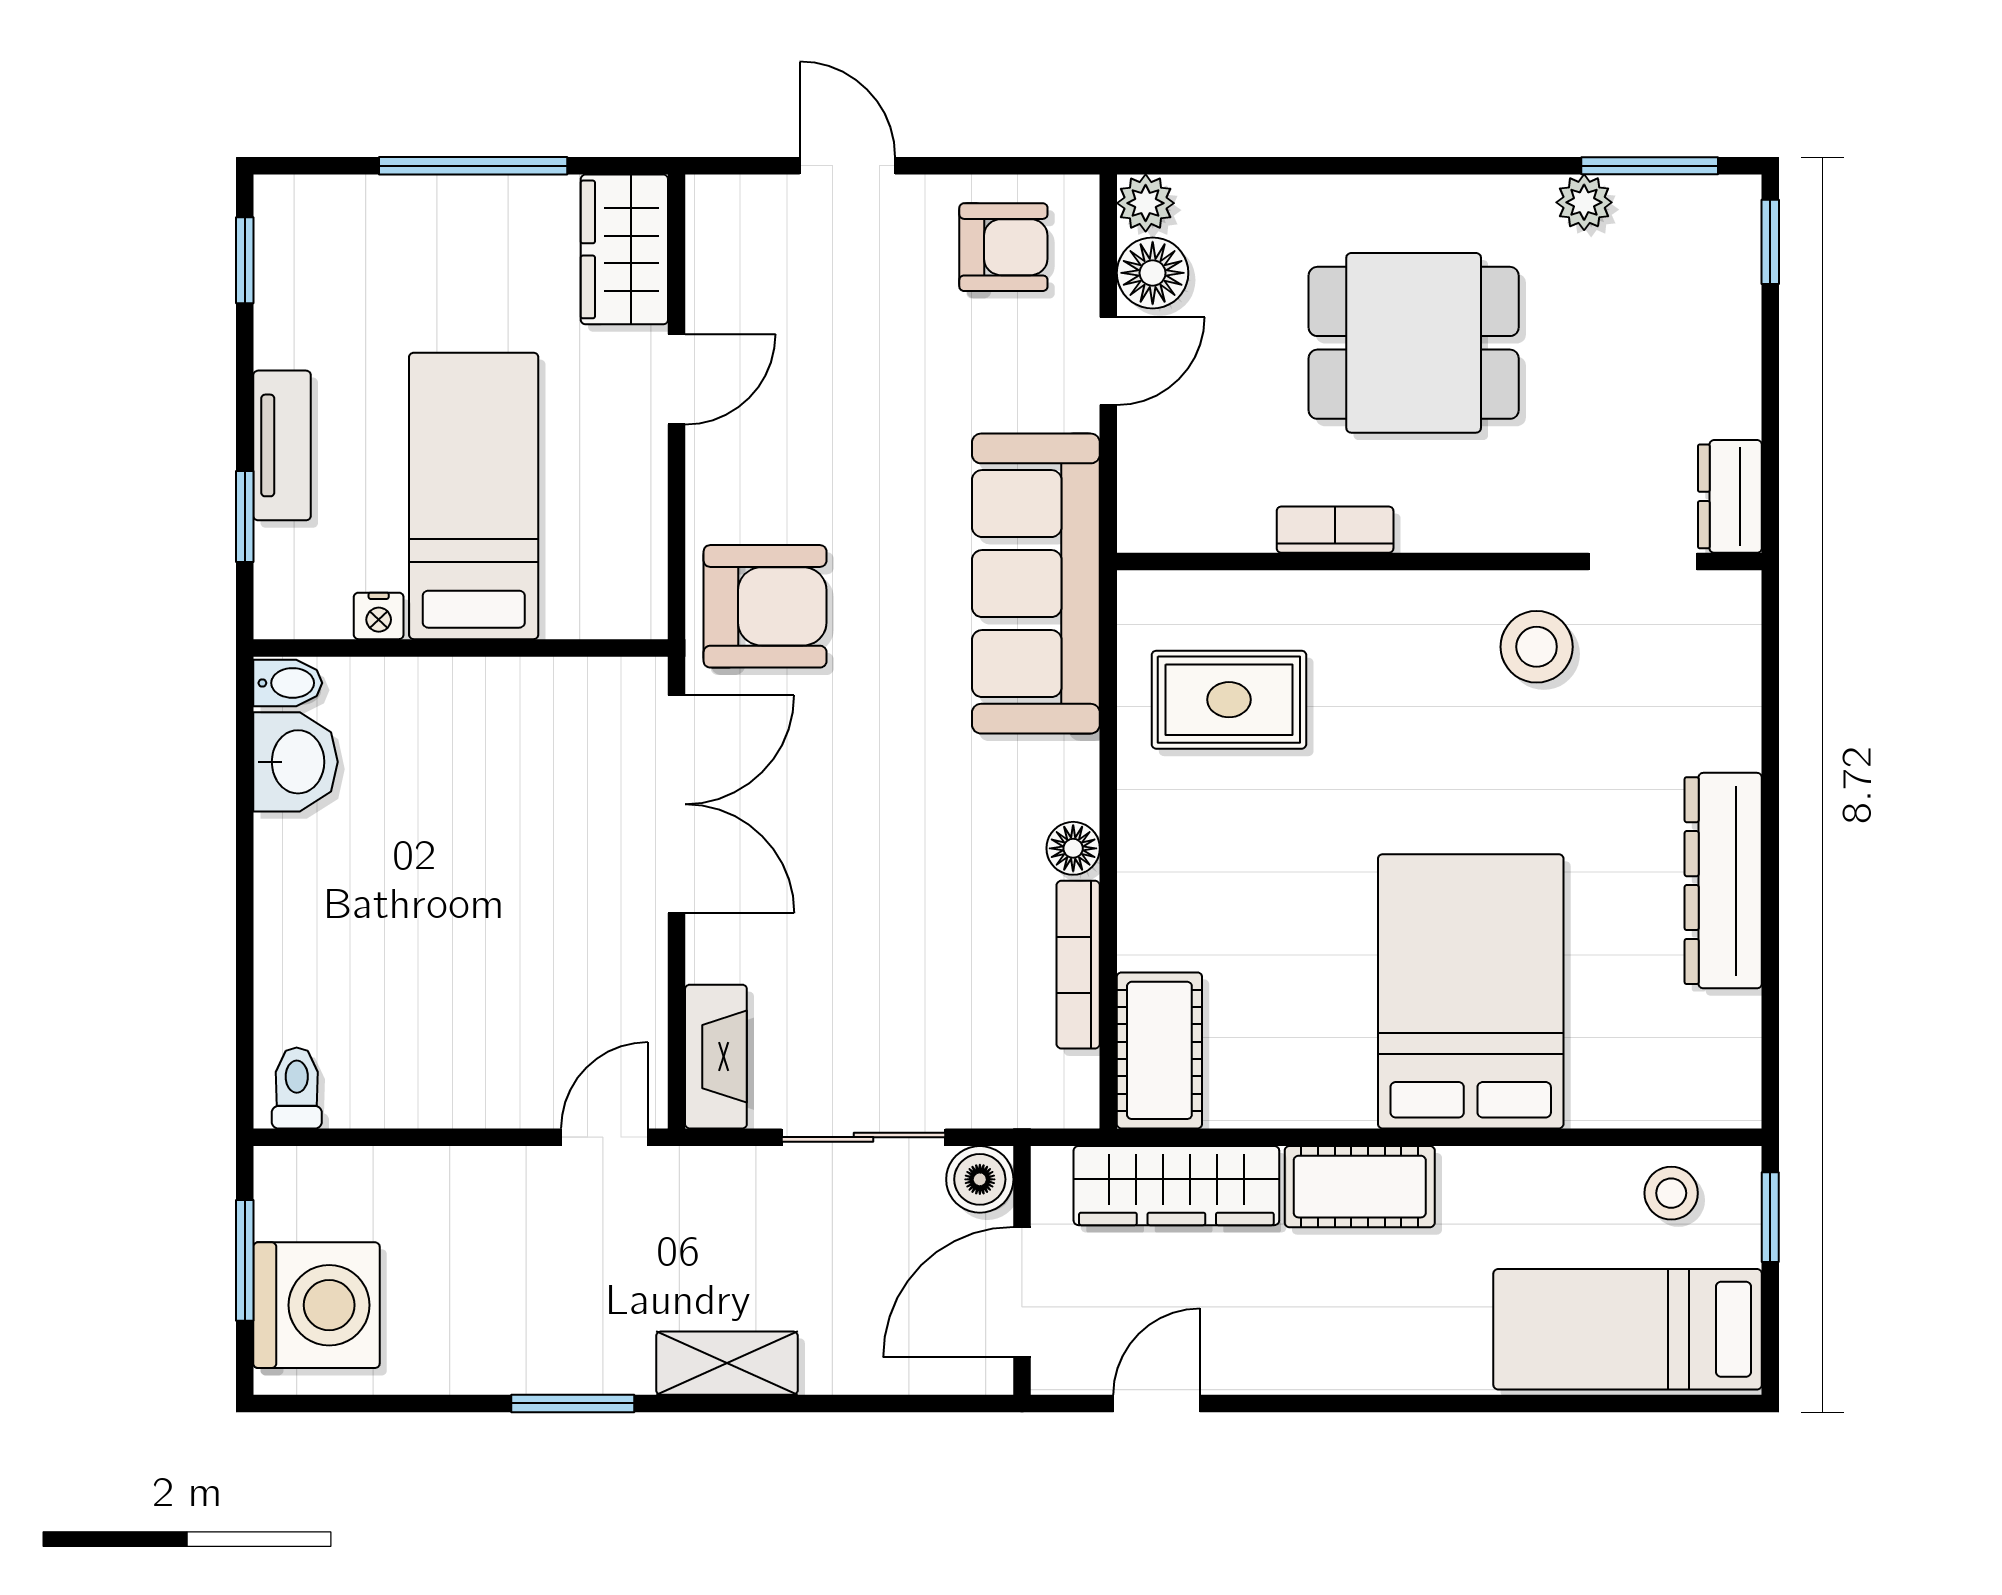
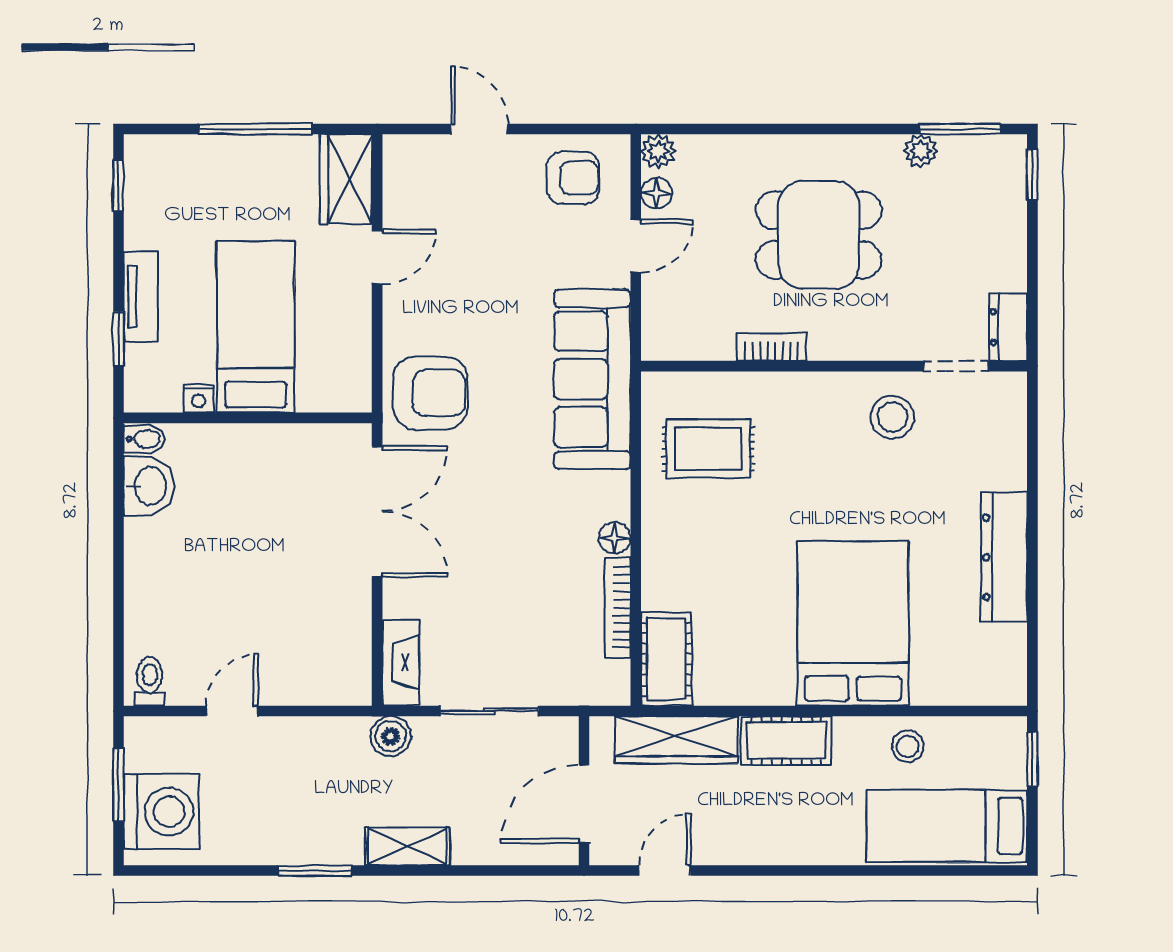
floor lamp: (1153, 273) -> (657, 193), width x0.73, depth x0.73
door: (605, 1137) -> (232, 711), moved
boiler: (980, 1179) -> (391, 736), moved
stool: (1671, 1193) -> (908, 746), moved

